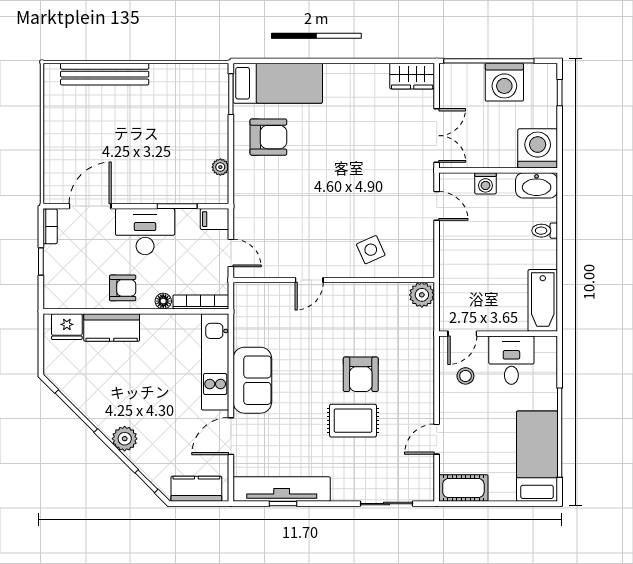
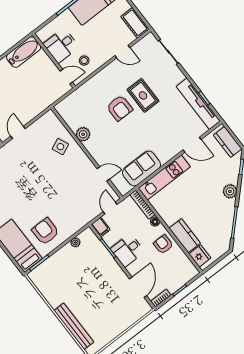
door: (90, 206) -> (138, 287), swing flipped
desk: (145, 232) -> (128, 250), width x0.73
door: (309, 280) -> (103, 174), moved
plant: (422, 295) -> (83, 134), moved
armchair: (361, 374) -> (120, 108), turned 90
sofa: (252, 380) -> (141, 169), moved

